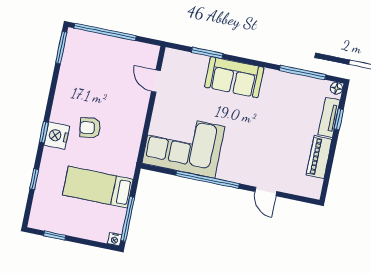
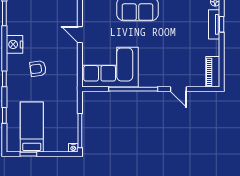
door: (156, 81) -> (80, 35), moved
nightstand: (57, 136) -> (14, 44), moved
piano: (319, 157) -> (213, 72), moved
bed: (98, 187) -> (32, 127), moved, turned 90

